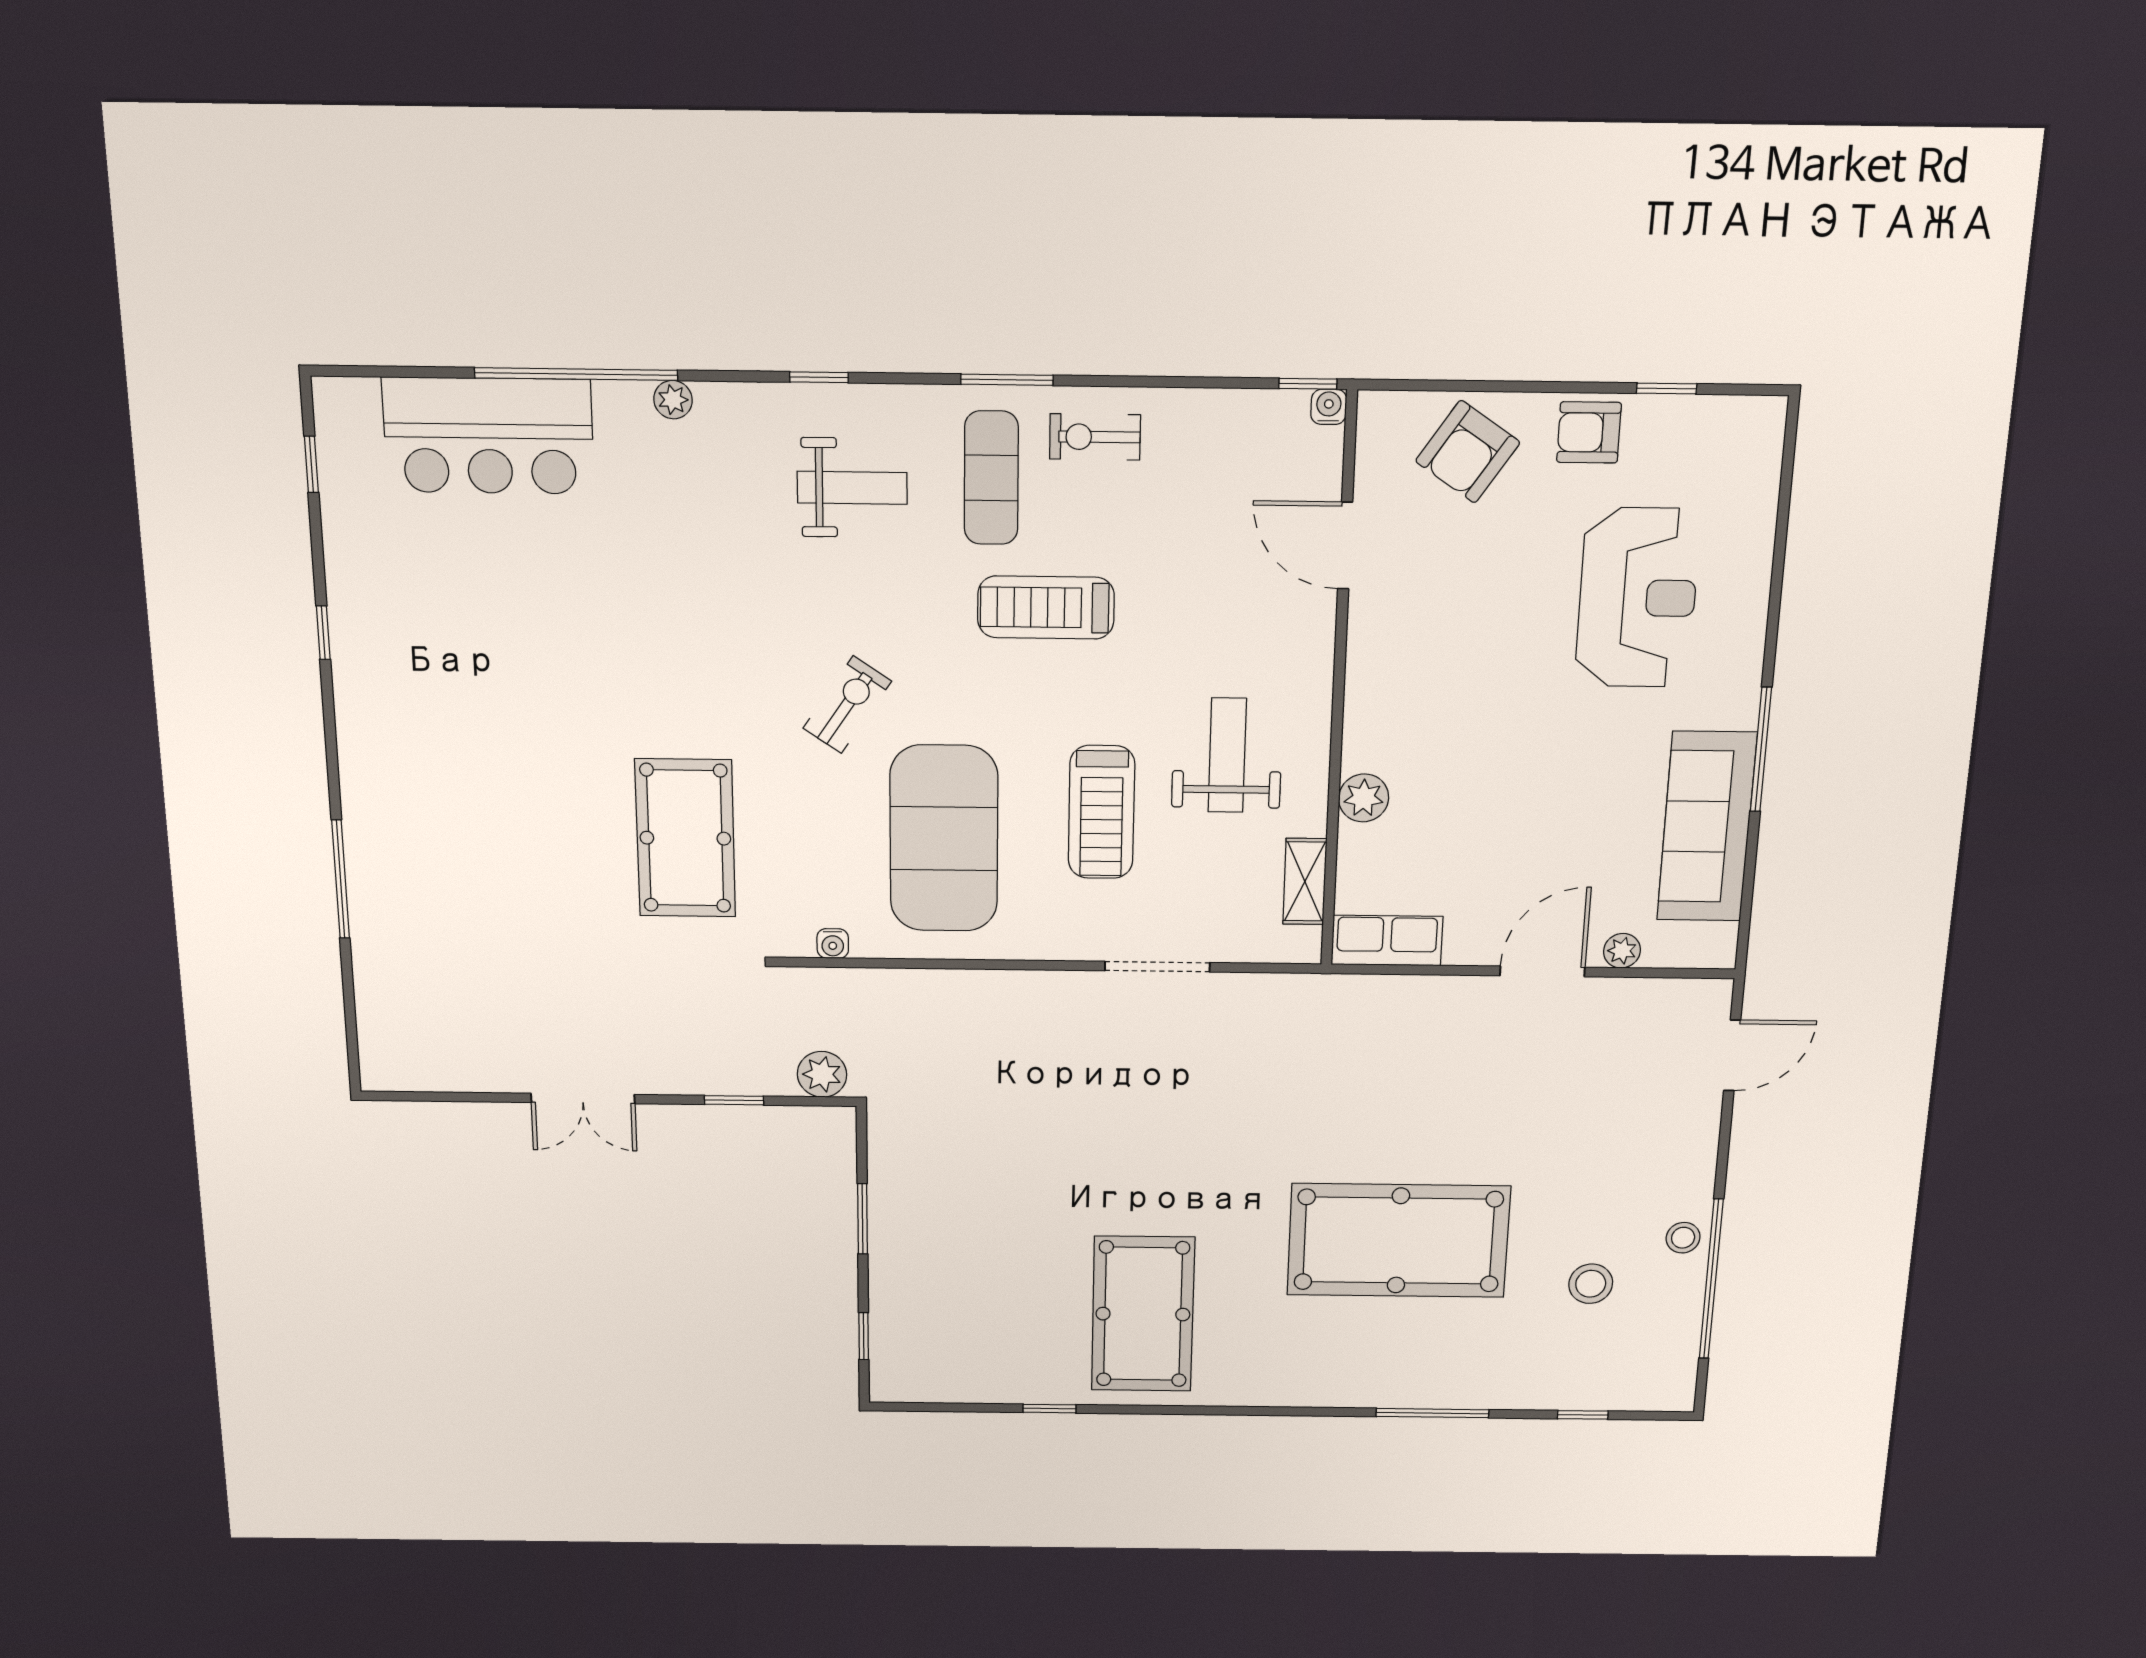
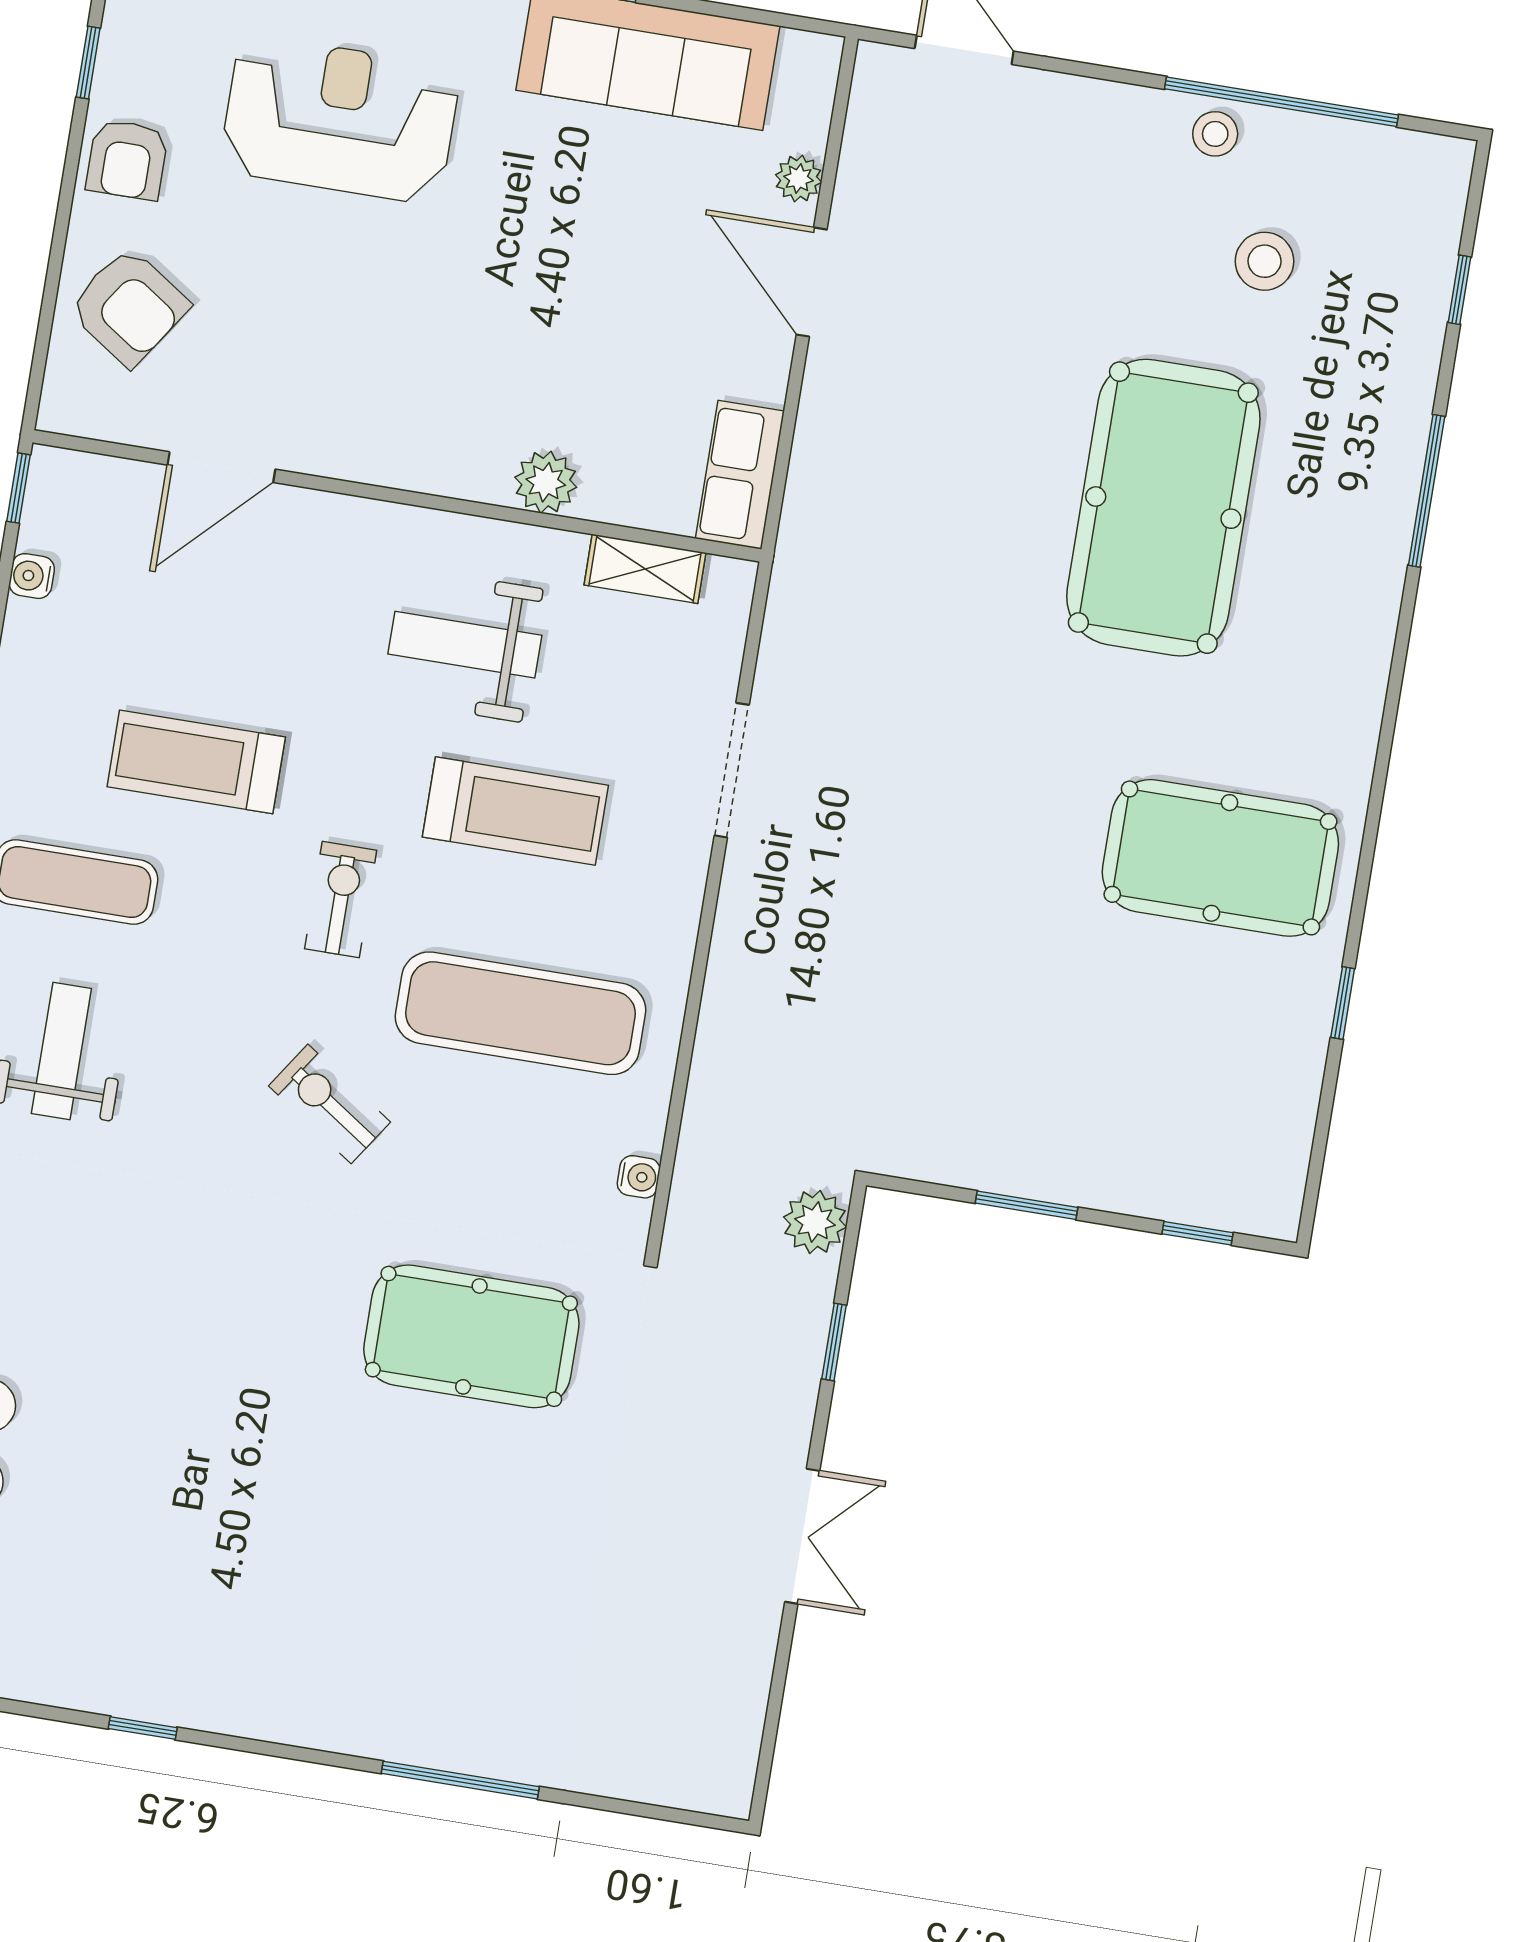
water cooler: (1329, 407) -> (32, 576), moved
exercise bike: (1095, 437) -> (341, 900), moved, turned 180
treadmill: (1046, 608) -> (196, 762), moved, turned 90
exercise mat: (944, 839) -> (520, 1013), width x0.68

